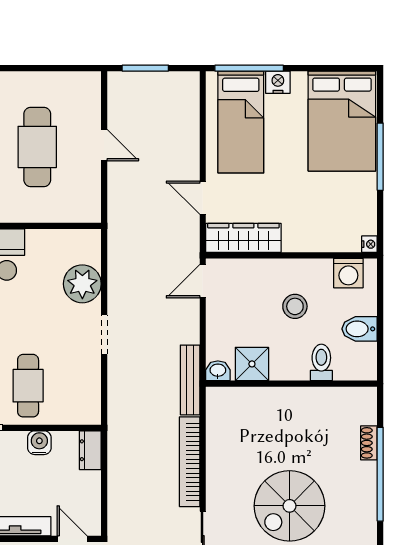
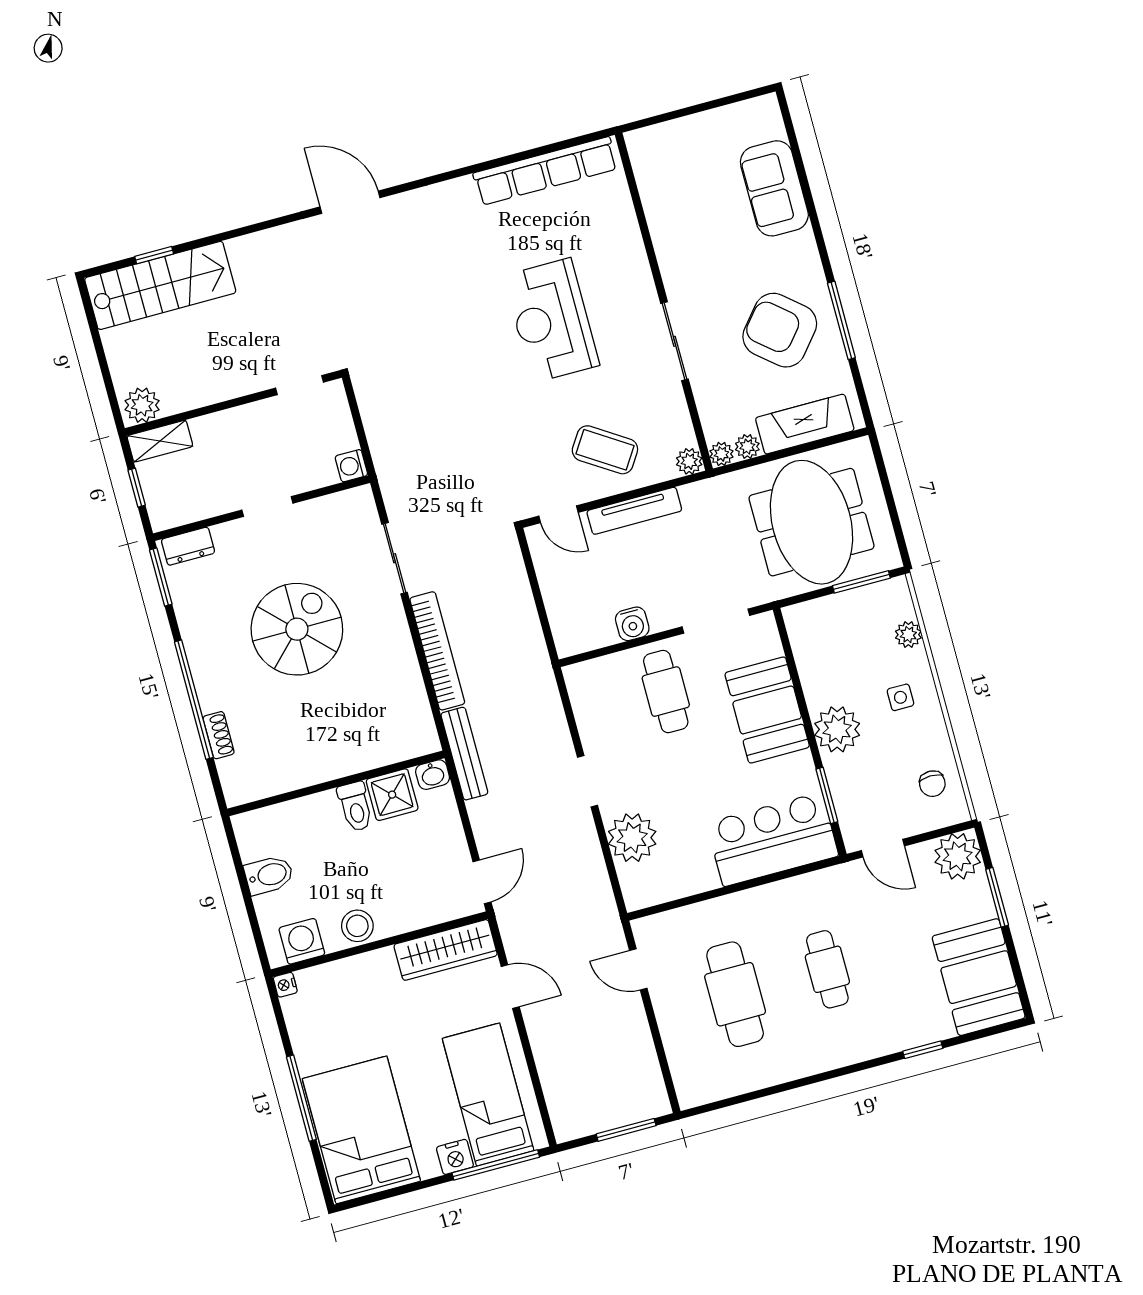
door: (104, 145) -> (638, 969), moved
stool: (295, 306) -> (357, 926), moved
toilet: (321, 362) -> (355, 807), moved
dresser: (90, 450) -> (566, 632), removed

